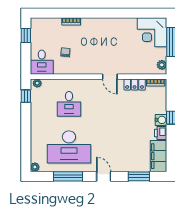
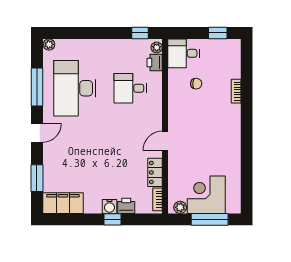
corner desk: (152, 32) -> (206, 195), moved
printer: (49, 85) -> (155, 63), added
printer: (161, 133) -> (126, 206), moved

